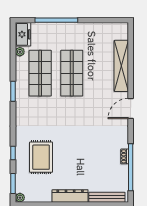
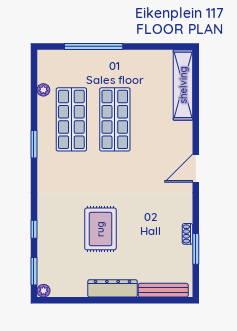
freezer: (23, 34) -> (48, 66), removed
shelving: (121, 66) -> (183, 85), moved
rug: (41, 157) -> (100, 229), moved
window: (131, 167) -> (196, 249), width x0.47

